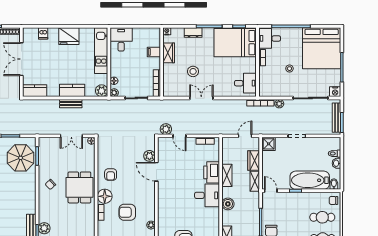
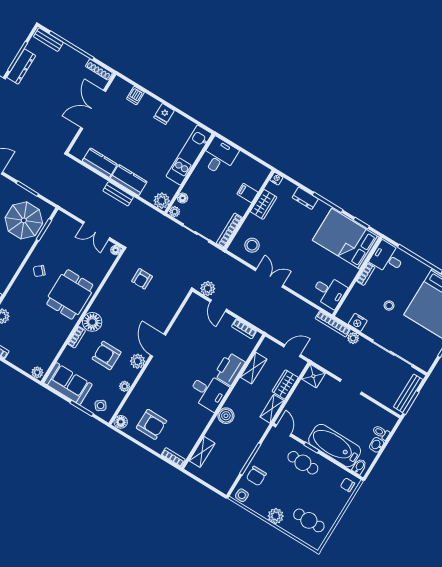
fridge: (69, 36) -> (164, 114), width x0.53, depth x0.75
stool: (193, 71) -> (252, 245), moved
kitchen counter: (35, 91) -> (100, 163), moved
nightstand: (335, 92) -> (358, 322), moved
plant: (149, 156) -> (138, 361), moved
door: (156, 172) -> (158, 345), moved
armchair: (111, 175) -> (142, 279), moved
shelving: (227, 175) -> (254, 368), moved
cafe table: (322, 217) -> (303, 463), moved

